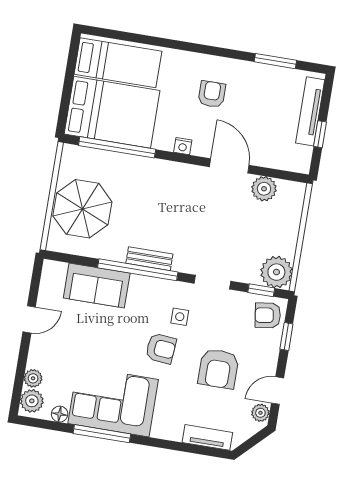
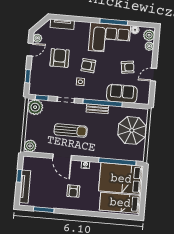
plant: (264, 189) -> (30, 146), moved
sun lounger: (208, 219) -> (71, 130), added
armchair: (268, 315) -> (128, 67), moved

